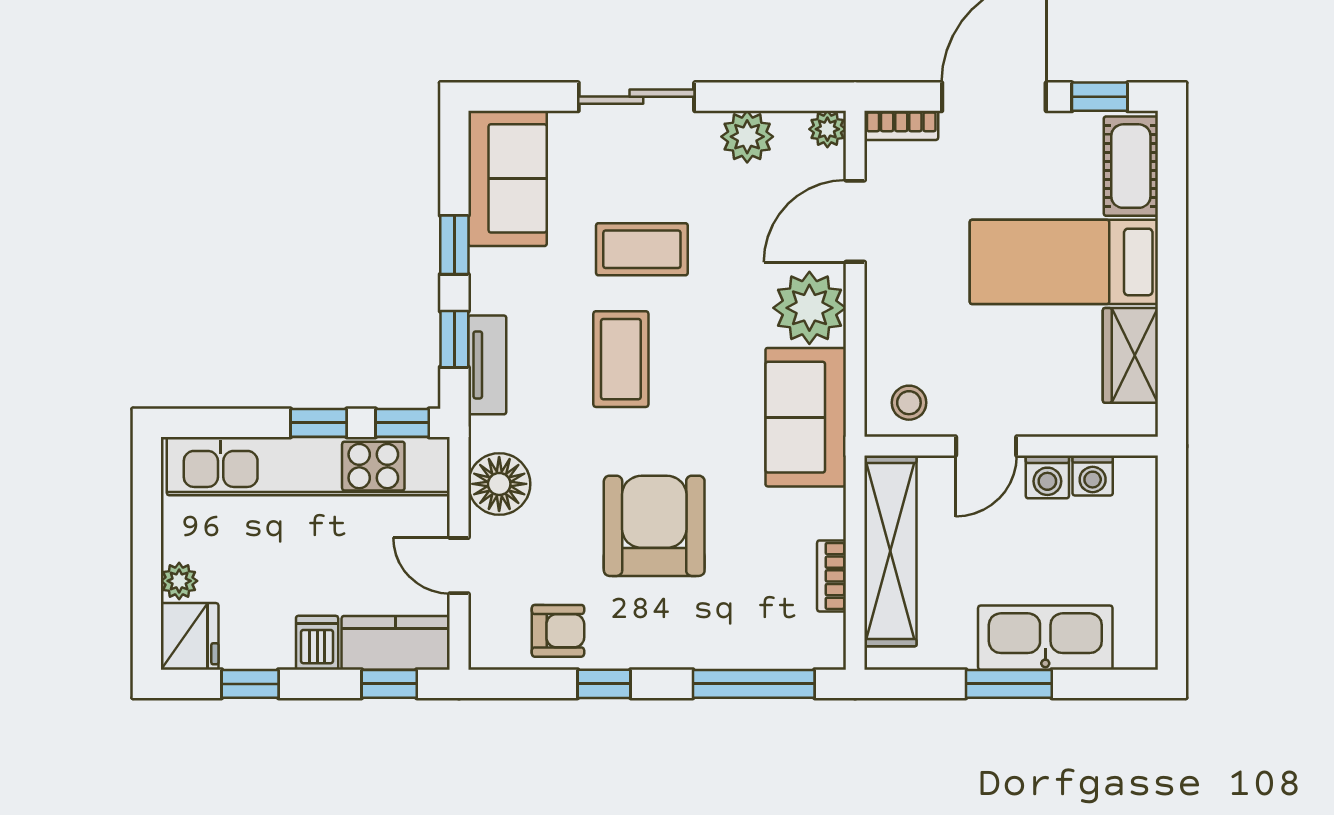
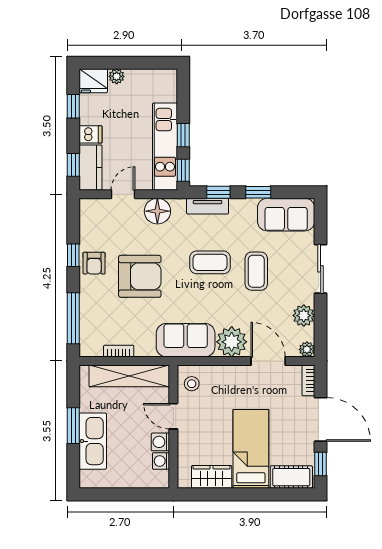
kitchen unit: (308, 466) -> (165, 147), width x0.73
armchair: (558, 631) -> (94, 263), moved

